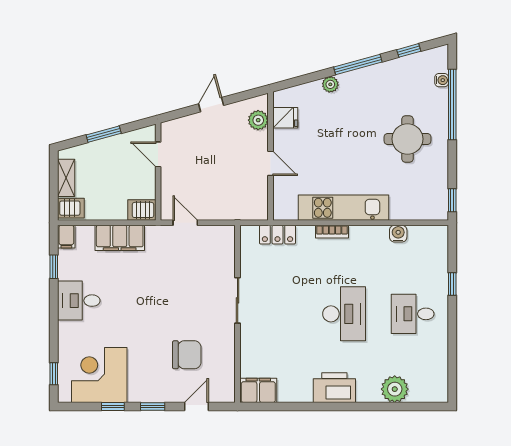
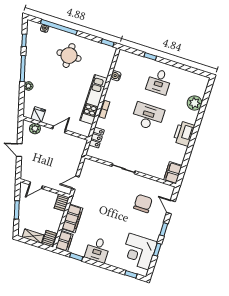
filing cabinet: (66, 237) -> (64, 241), width x2.00

